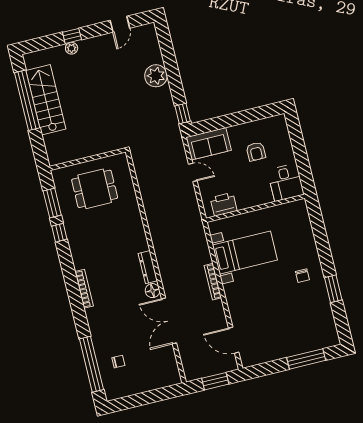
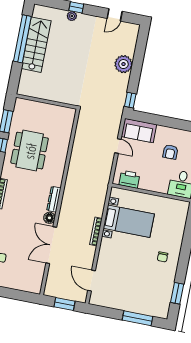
dining table: (95, 189) -> (30, 151), moved, width x1.38
window: (333, 289) -> (177, 293), moved

